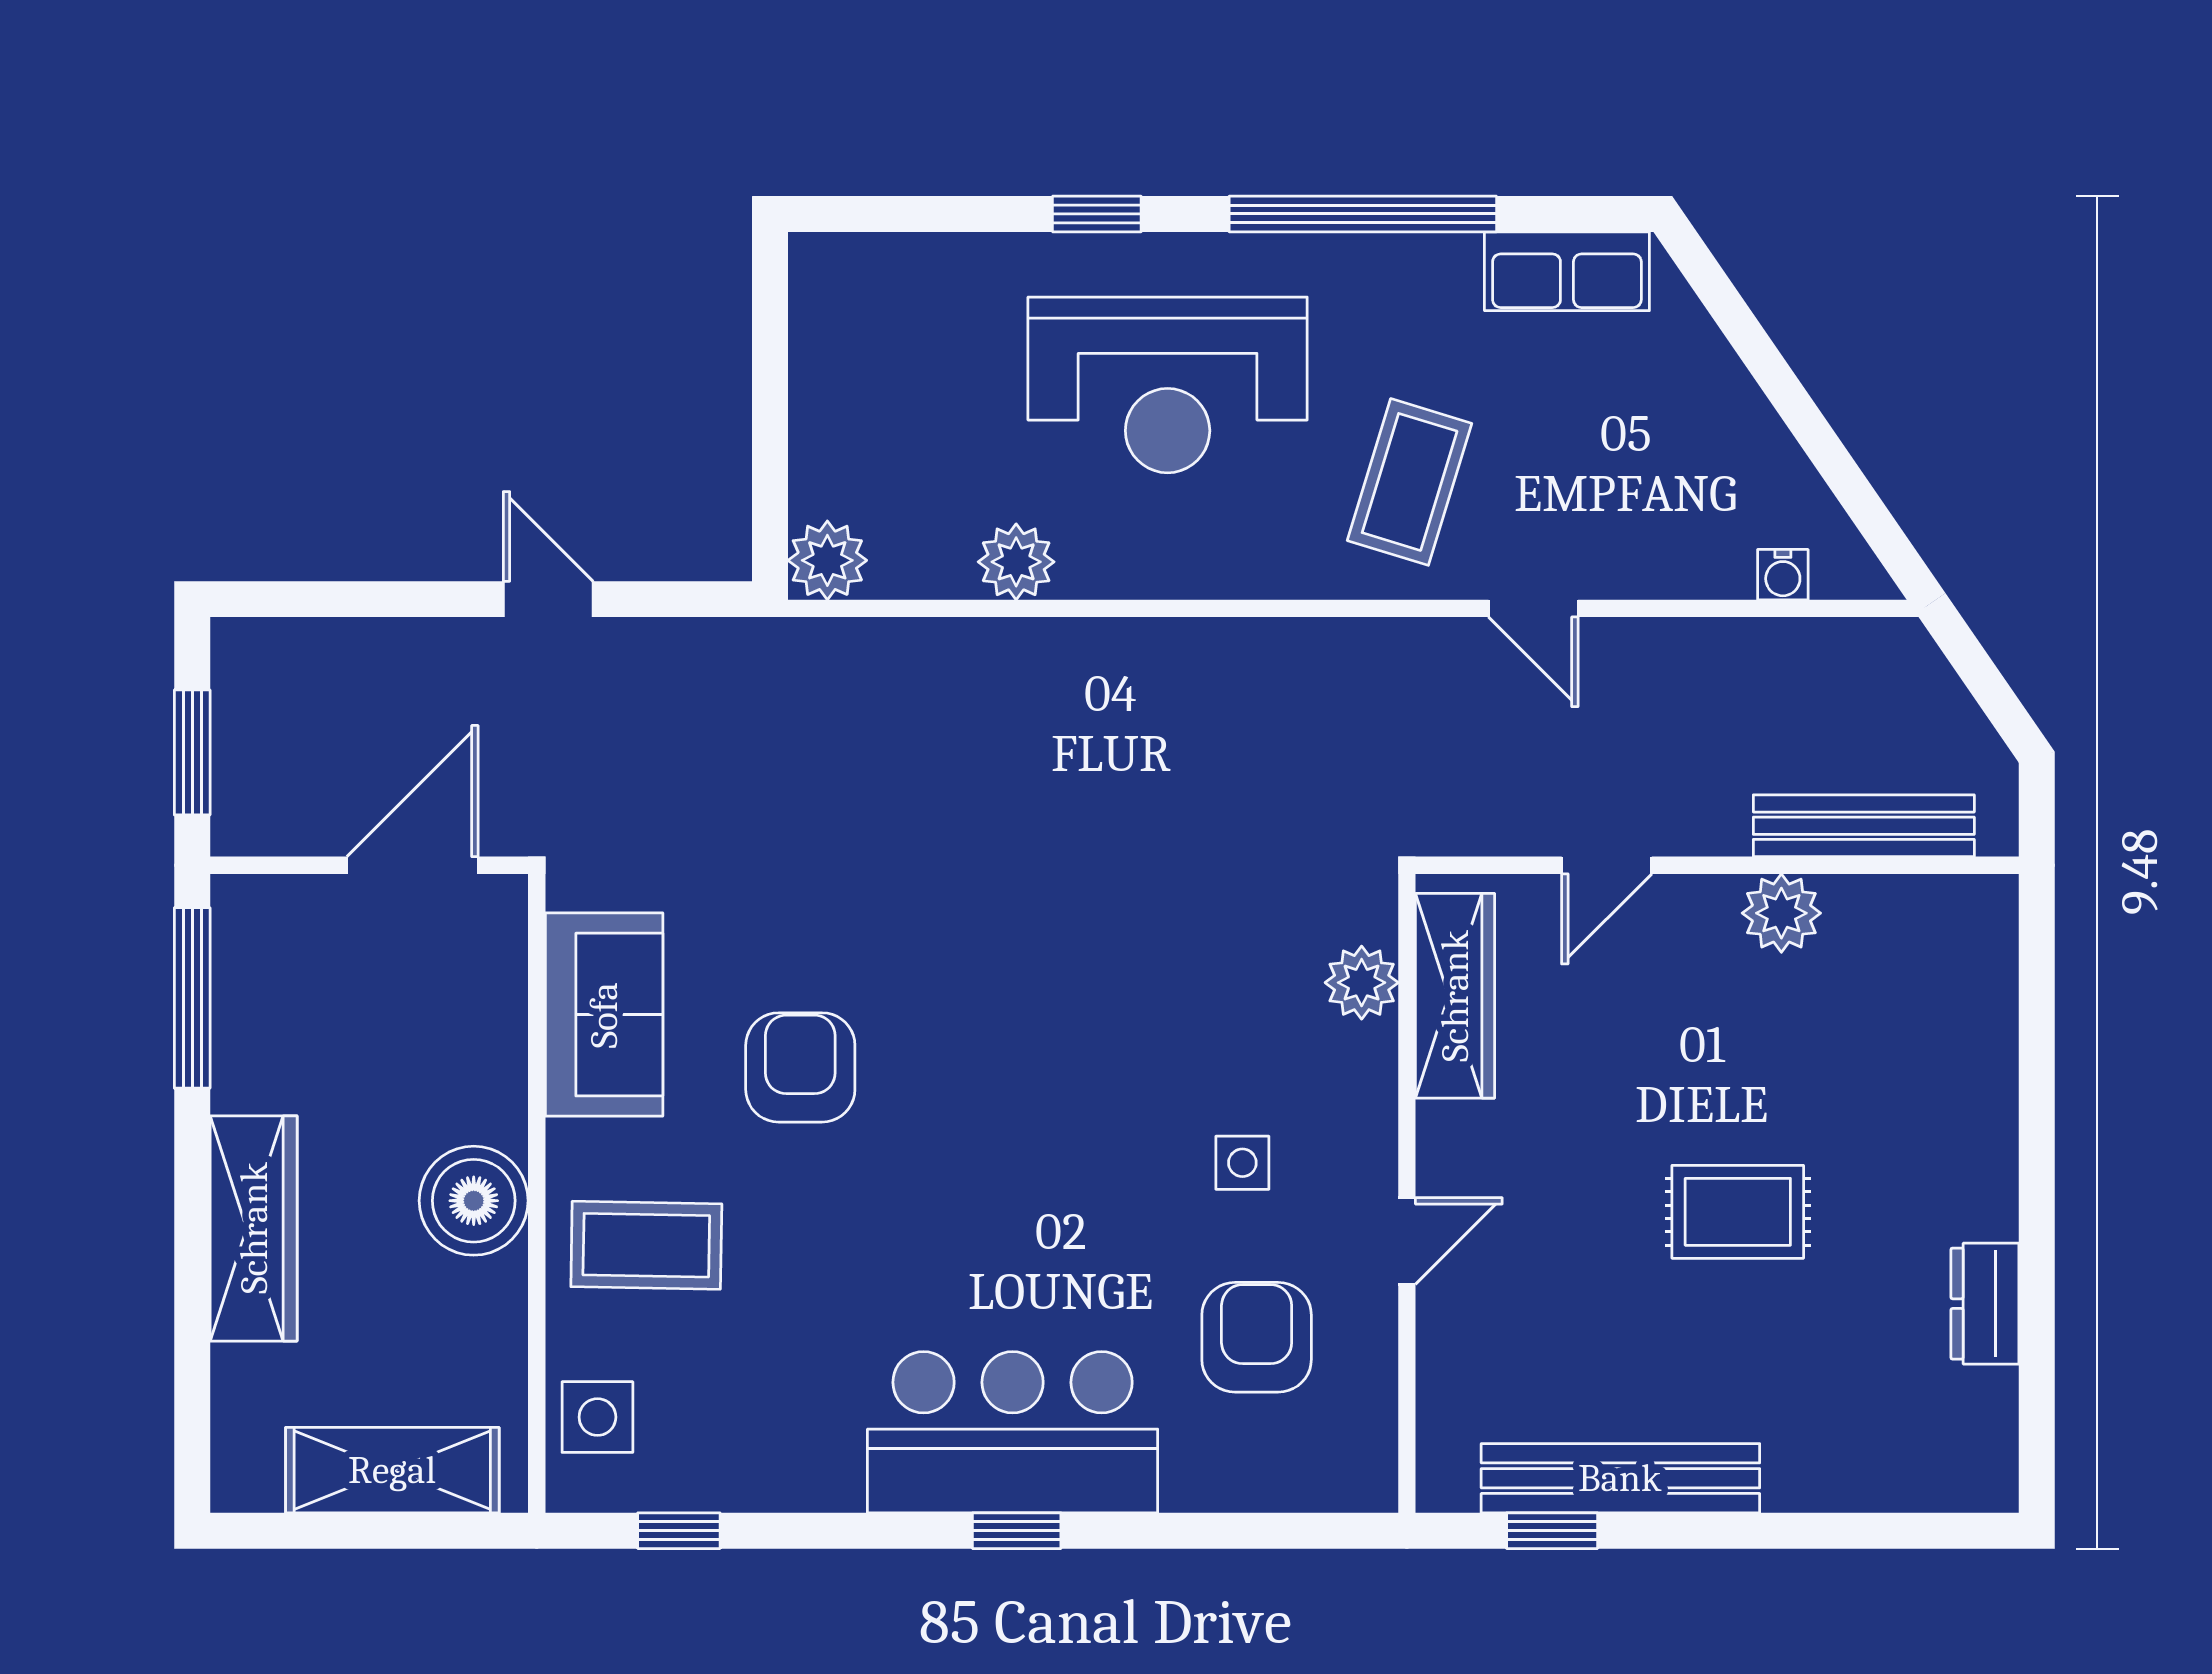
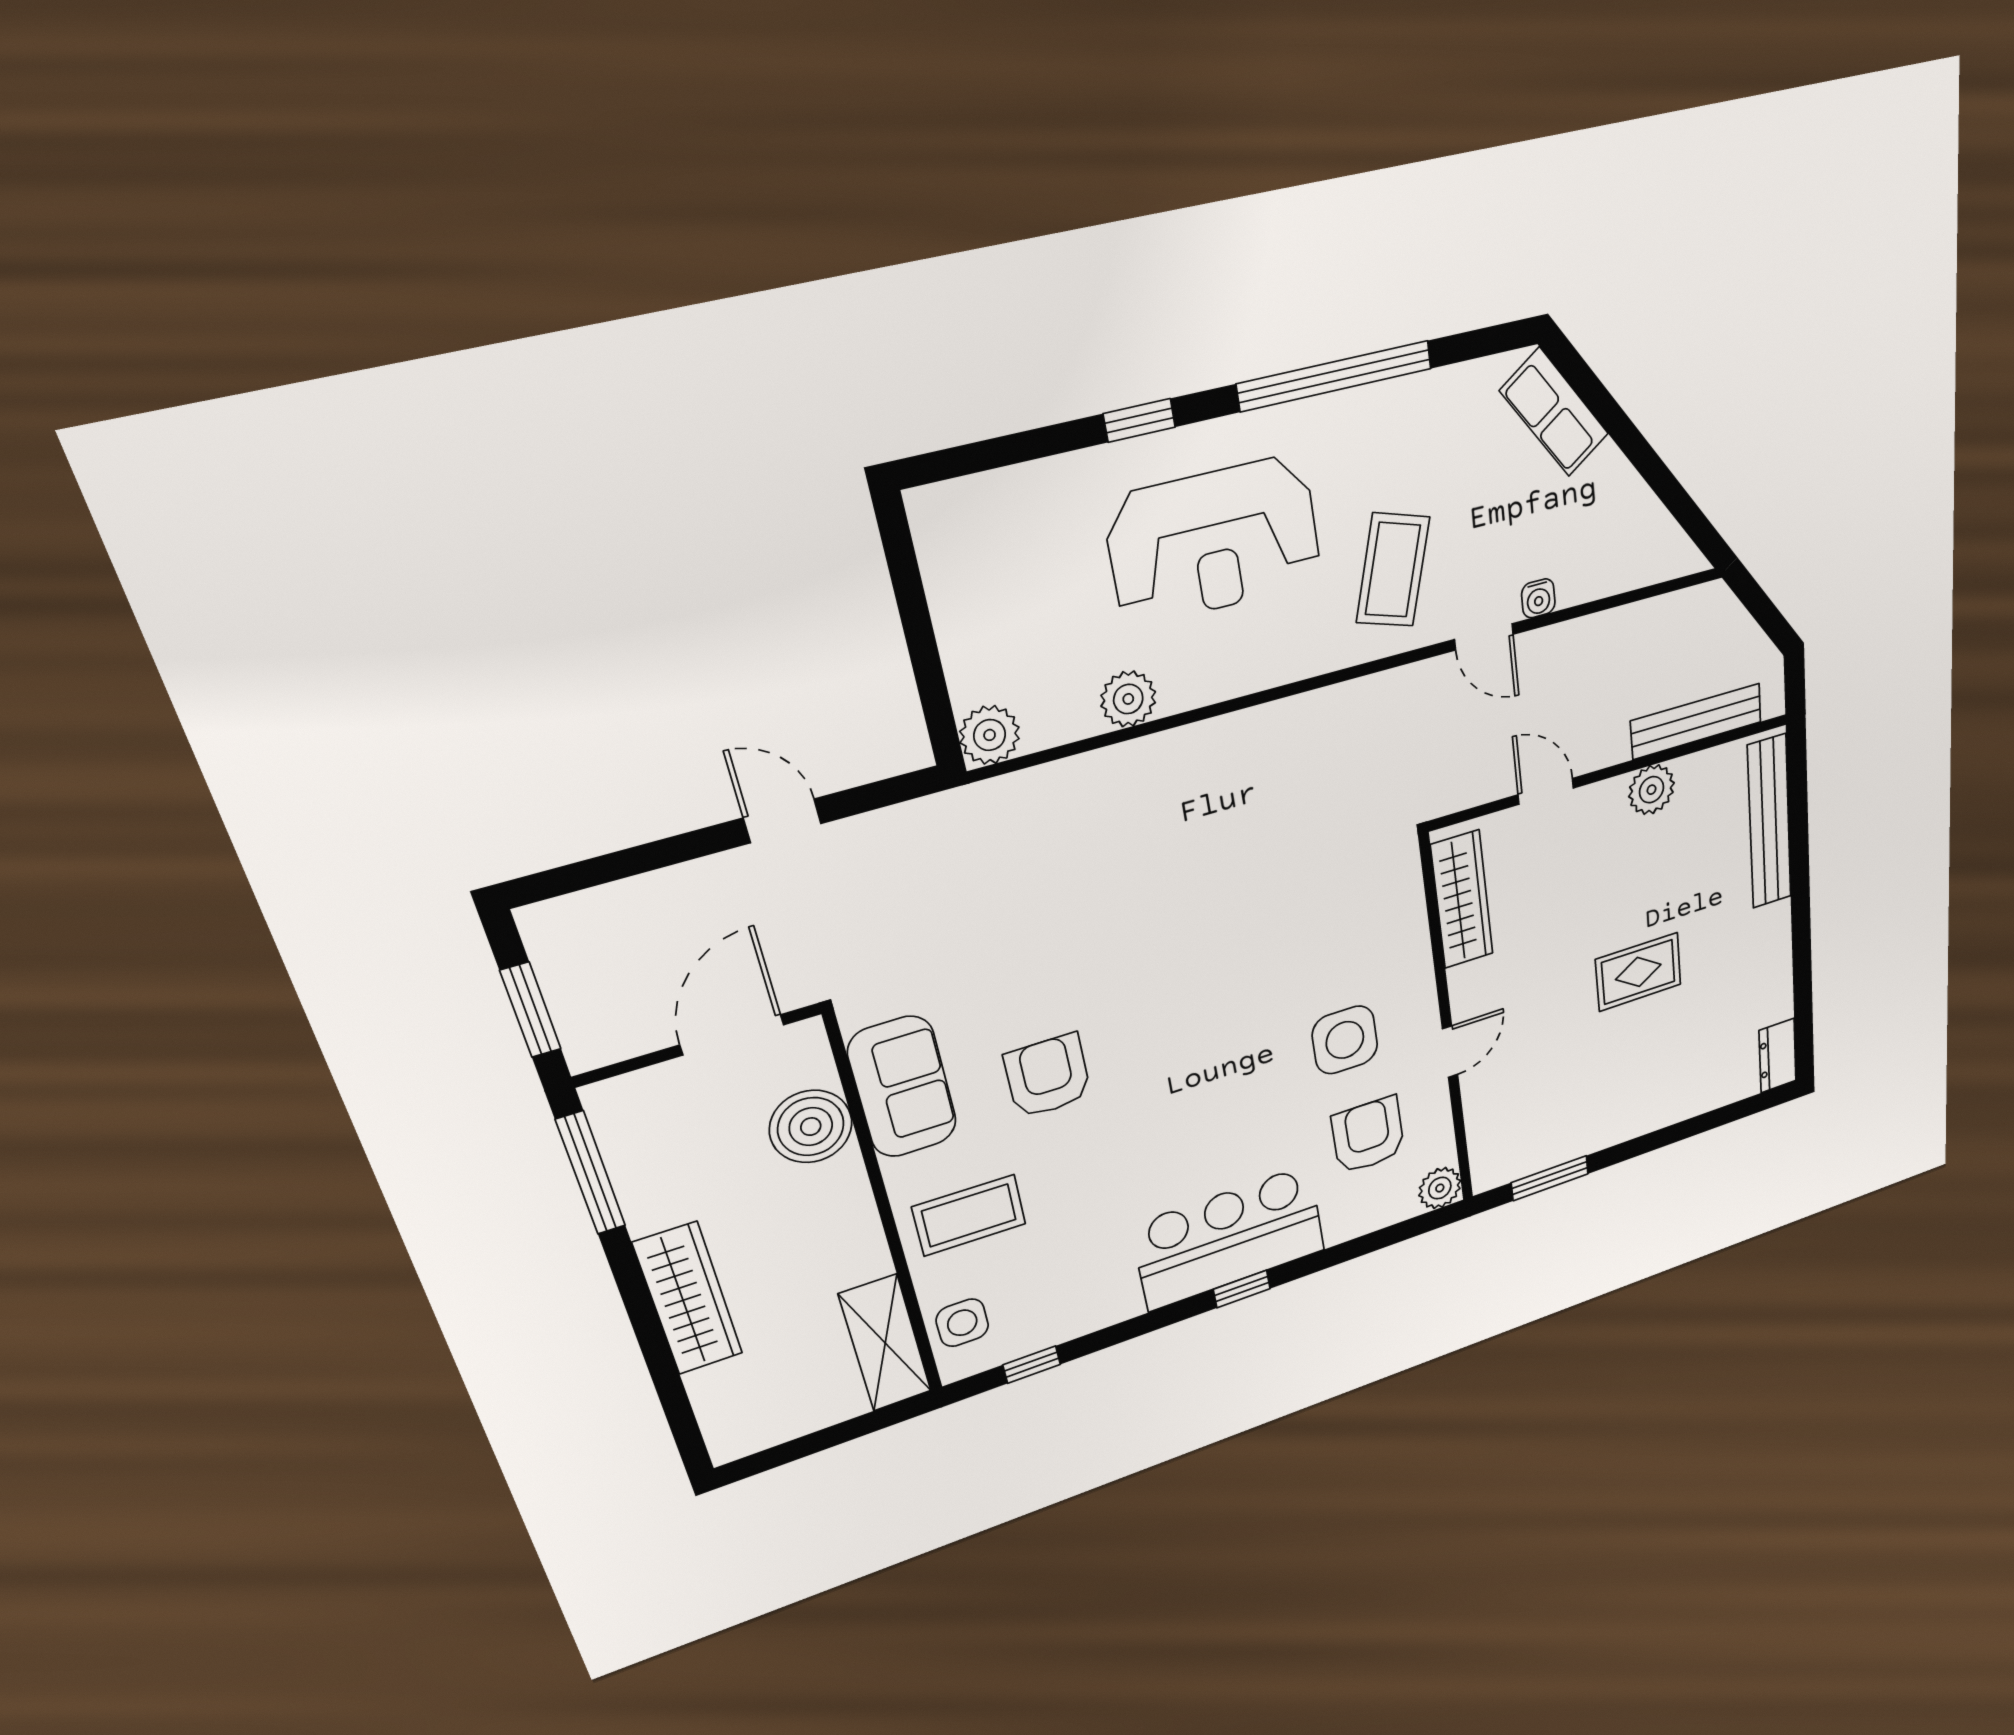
row of seats: (1567, 271) -> (1554, 412), moved, turned 55
water cooler: (1783, 575) -> (1538, 598), moved
door: (1607, 865) -> (1546, 791), swing flipped
plant: (1362, 983) -> (1440, 1188), moved
side table: (1242, 1163) -> (1345, 1040), width x1.87, depth x1.87
boiler: (474, 1201) -> (811, 1127), moved
dresser: (1985, 1304) -> (1778, 1056), moved
shelving: (392, 1470) -> (885, 1343), moved, turned 90
bench: (1620, 1478) -> (1769, 822), moved, turned 90
window: (1552, 1531) -> (1550, 1178), width x1.50

